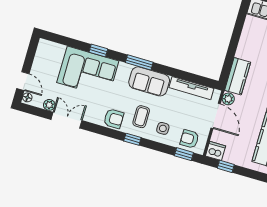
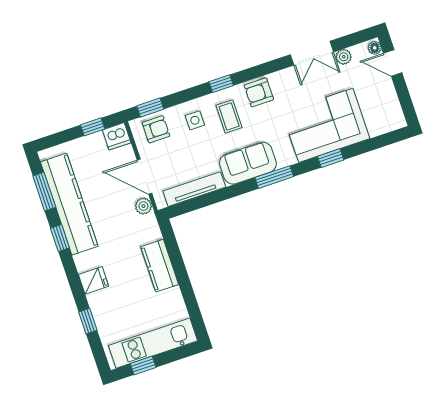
kitchen counter: (238, 76) -> (160, 266), moved

